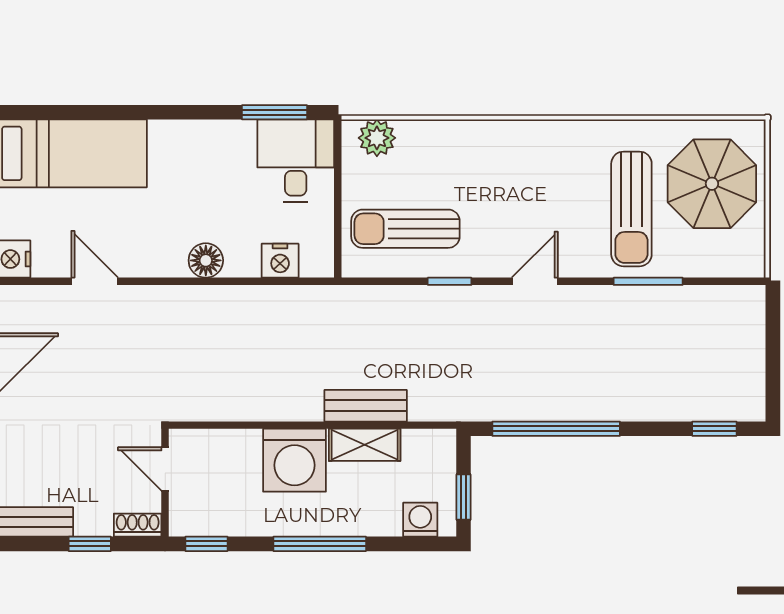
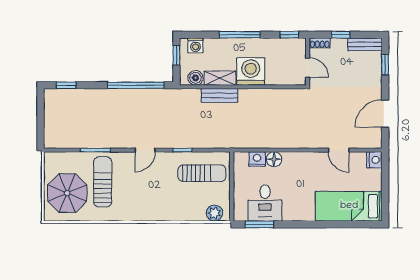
desk: (296, 161) -> (265, 203), moved
floor lamp: (206, 260) -> (274, 159), moved
boiler: (420, 446) -> (196, 78), added

